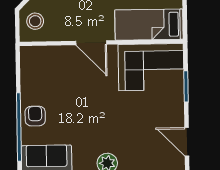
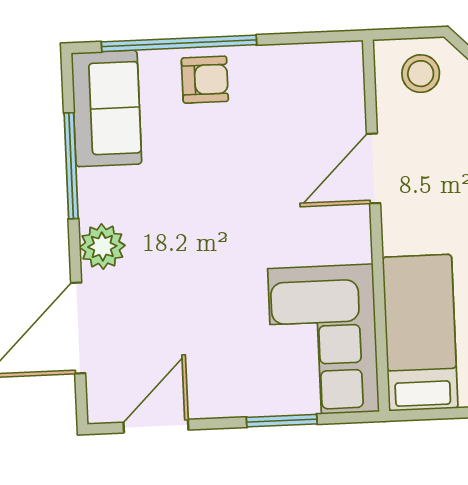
door: (91, 43) -> (373, 168), moved

